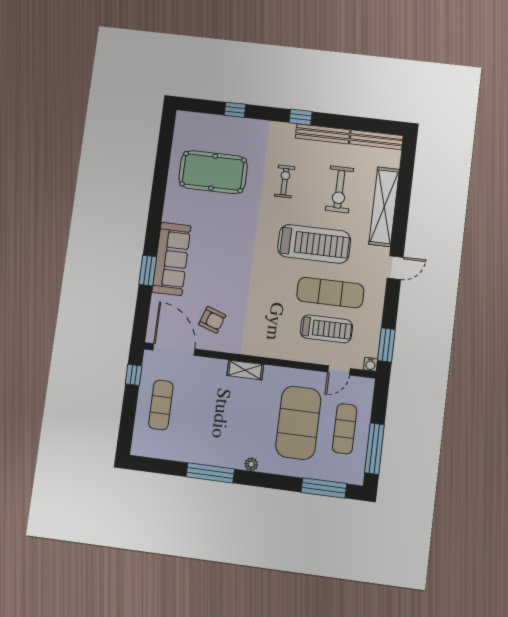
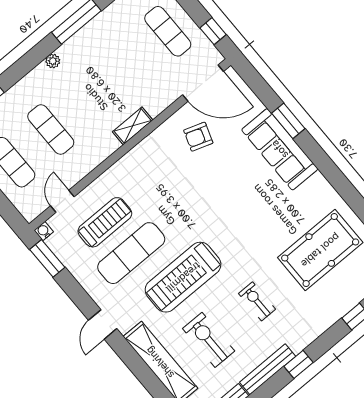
exercise bike: (285, 182) -> (257, 301), turned 180
treadmill: (326, 329) -> (105, 222), turned 180
exercise mat: (298, 423) -> (51, 129), width x0.50, depth x0.69

